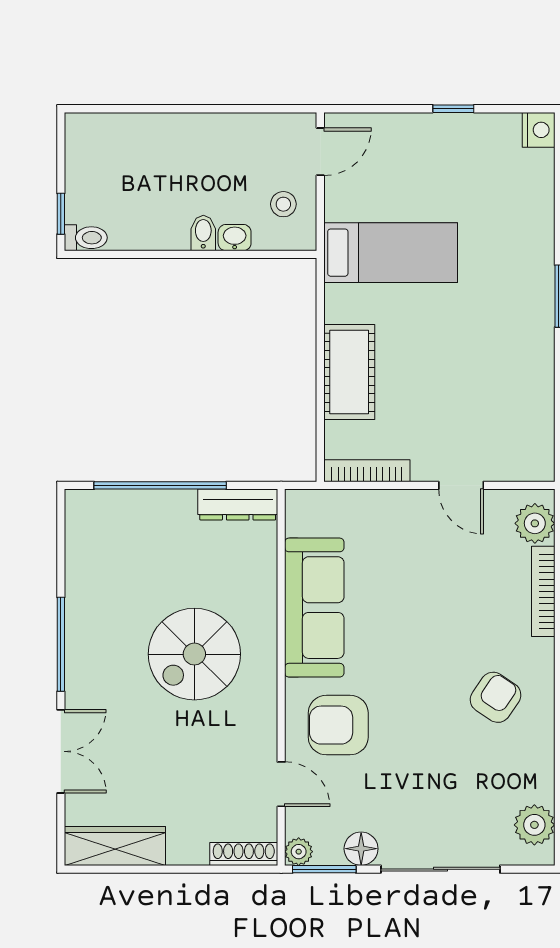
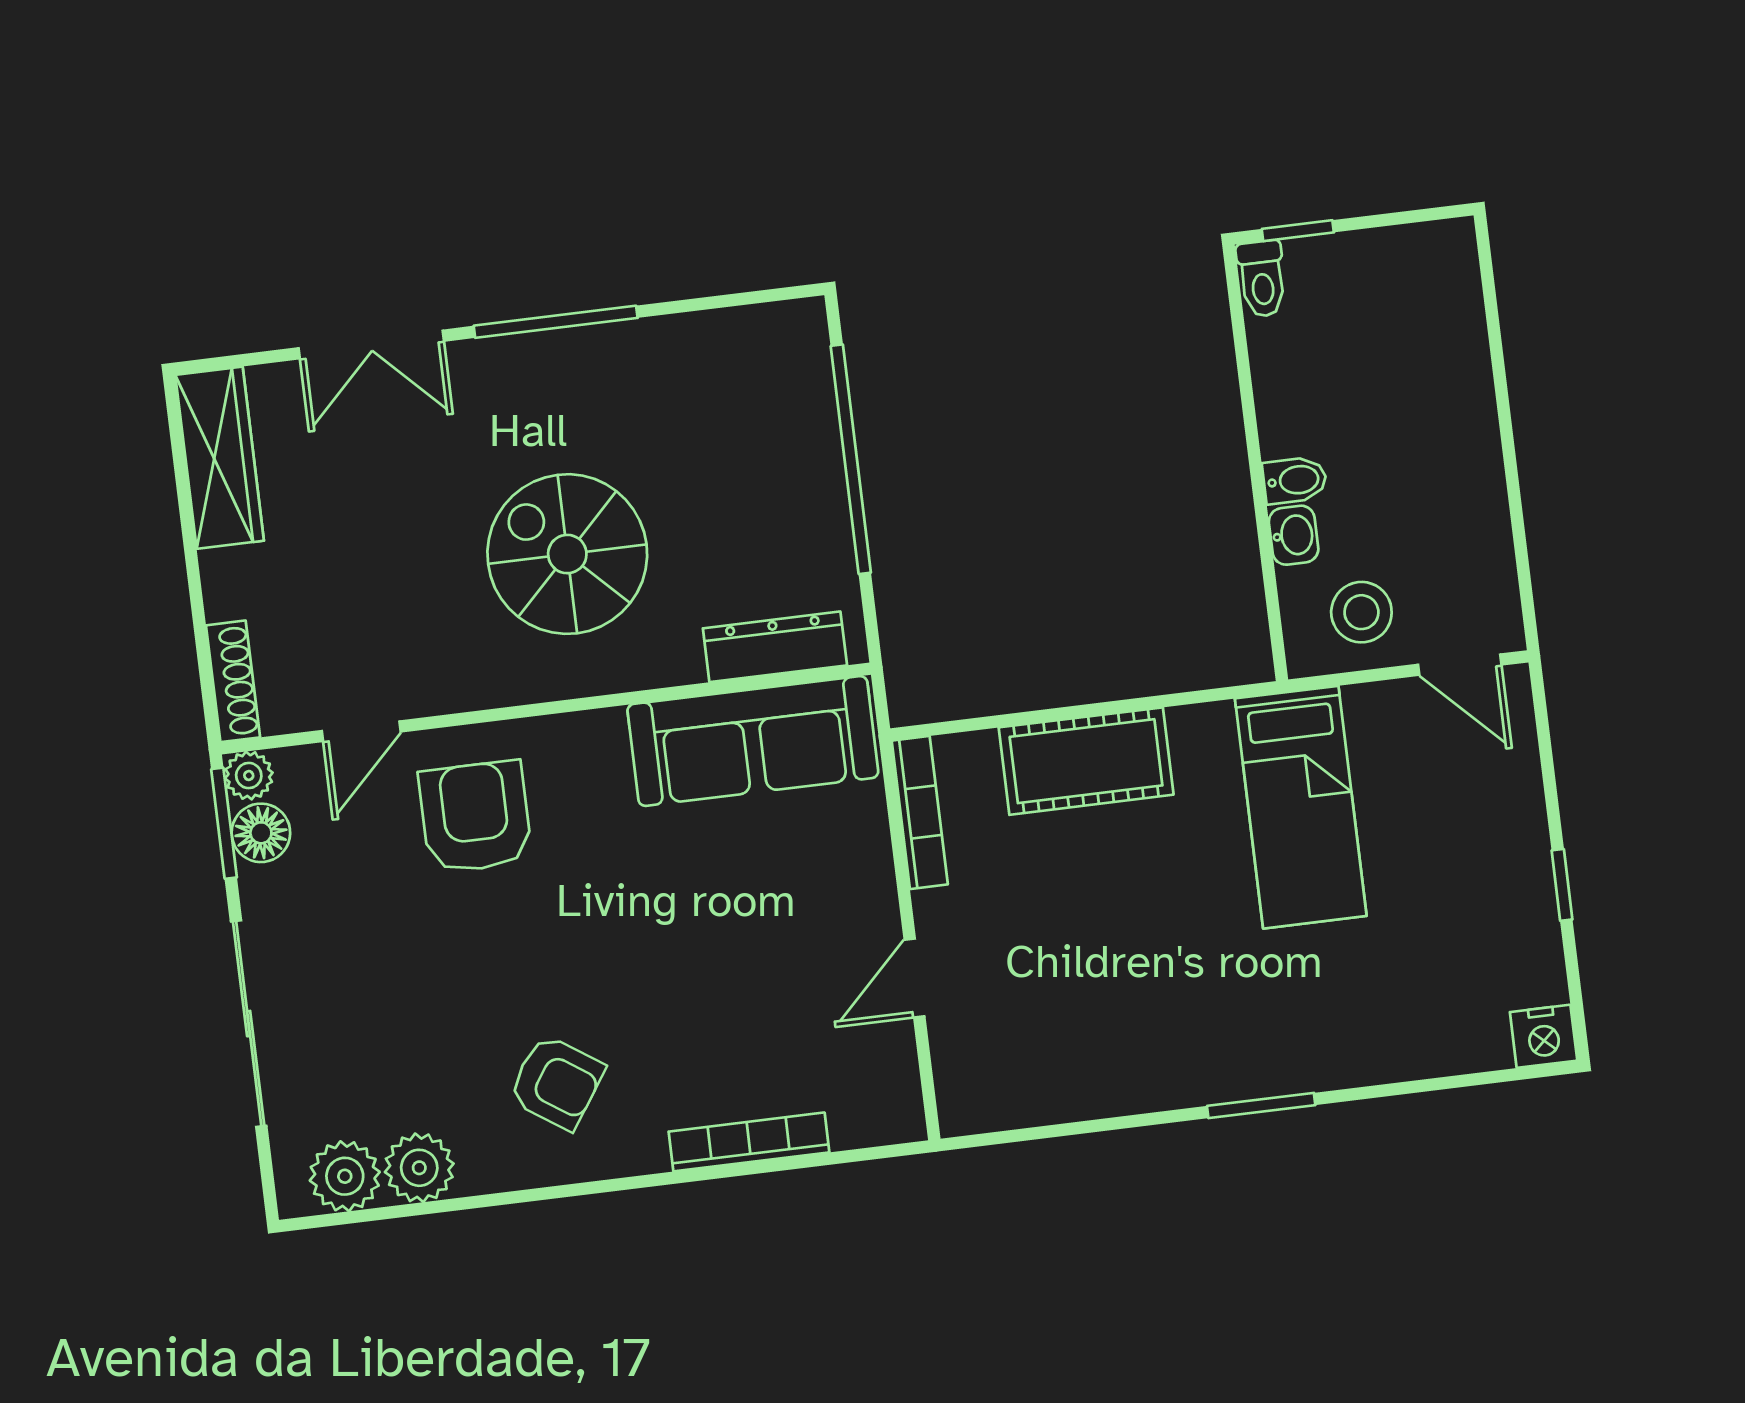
stool: (283, 204) -> (1361, 612), width x1.37, depth x1.37
dresser: (238, 505) -> (775, 647), moved, turned 90
plant: (535, 523) -> (419, 1168), moved
sofa: (314, 608) -> (753, 741), moved
floor lamp: (361, 849) -> (261, 833), moved

